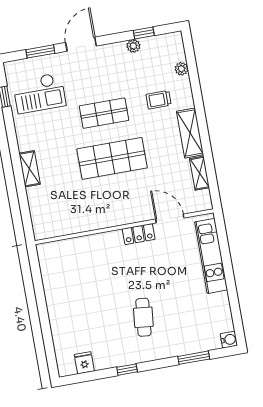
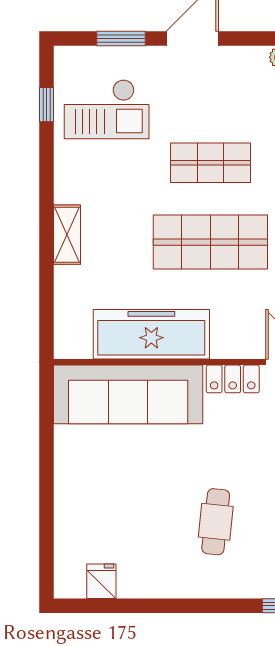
freezer: (88, 217) -> (151, 334), added
sofa: (81, 254) -> (128, 394), added
window: (127, 370) -> (172, 606), removed

